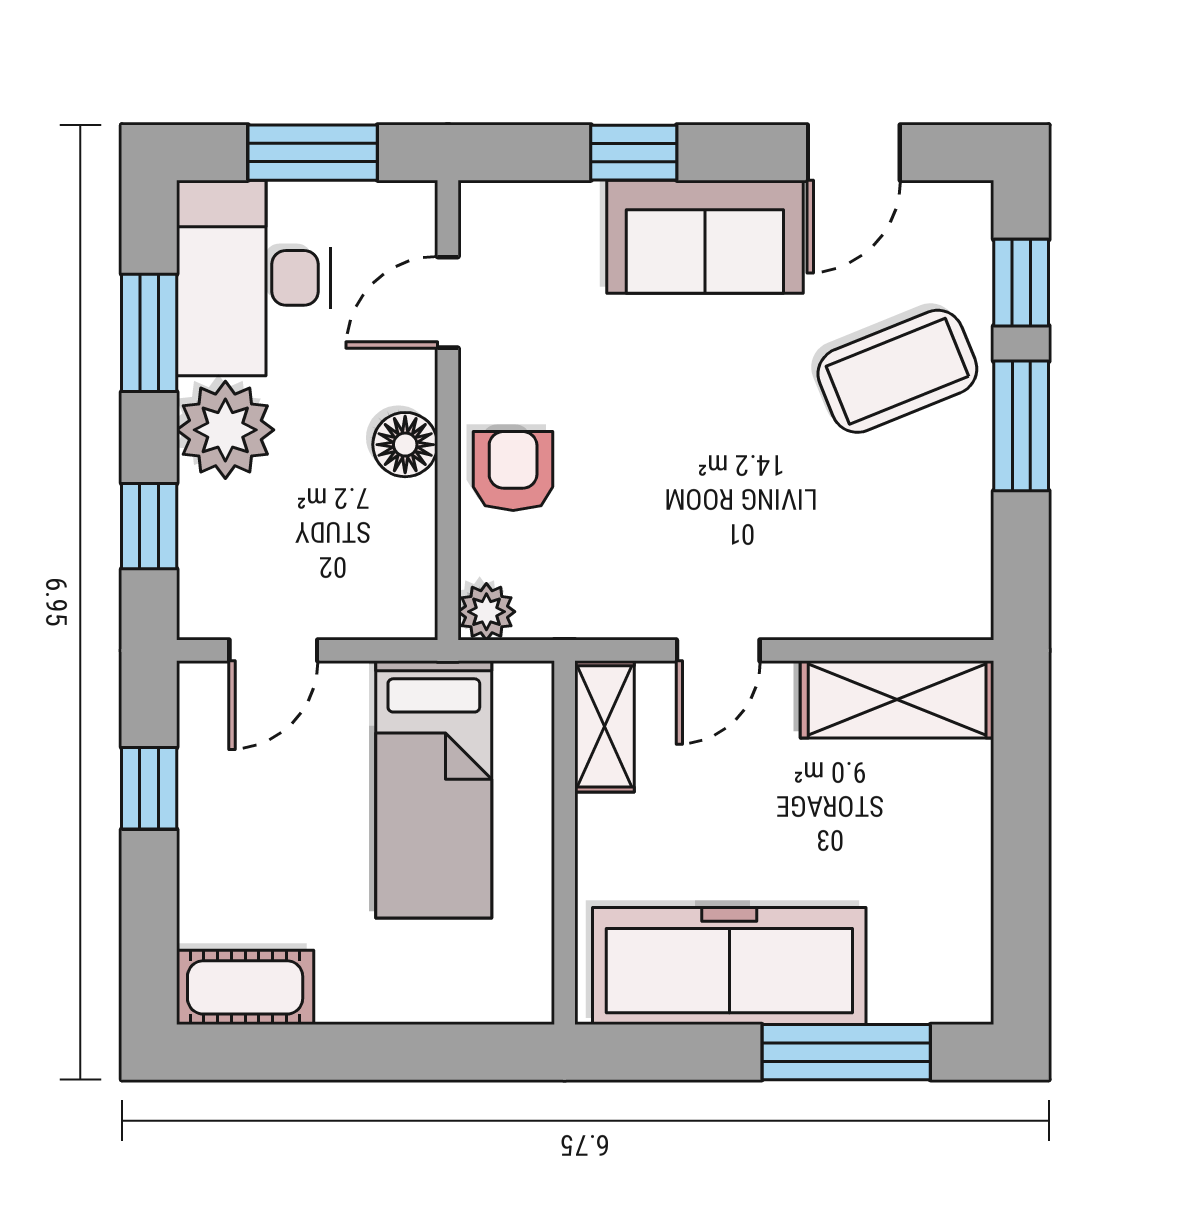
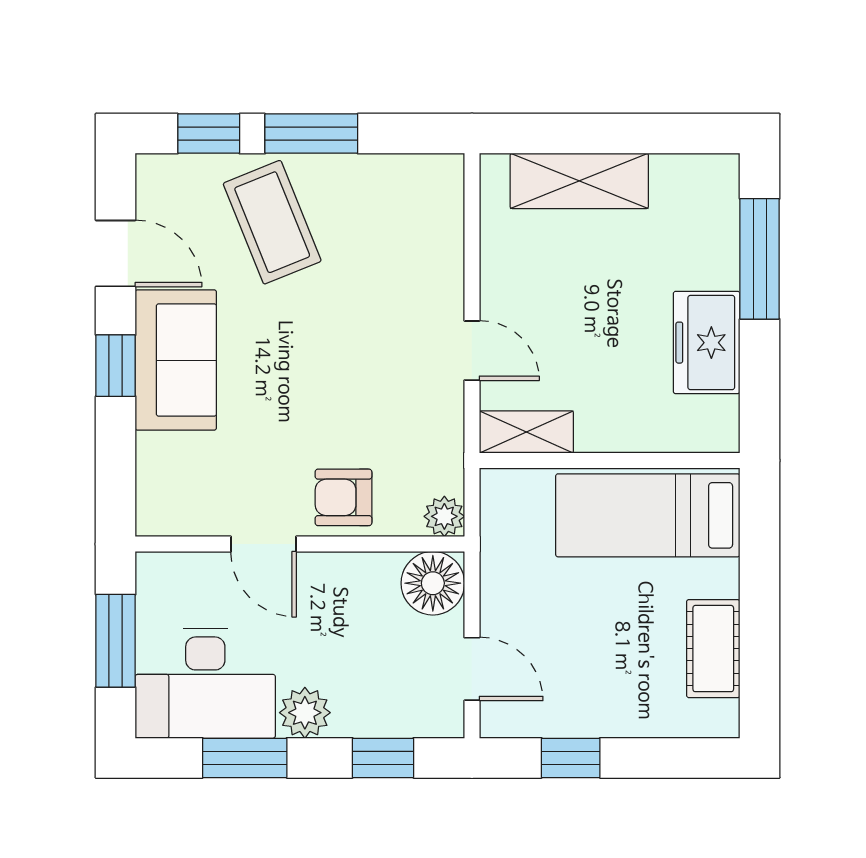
window: (634, 153) -> (116, 366), moved
door: (448, 302) -> (264, 544), moved
plant: (225, 430) -> (305, 713), width x0.73, depth x0.73
floor lamp: (405, 445) -> (433, 583), moved, width x1.38, depth x1.38
shelving: (897, 699) -> (579, 181), moved, turned 90
bed: (434, 789) -> (648, 515), moved, turned 180
freezer: (729, 966) -> (707, 343), width x0.52, depth x0.79
cot: (245, 987) -> (713, 649), moved

